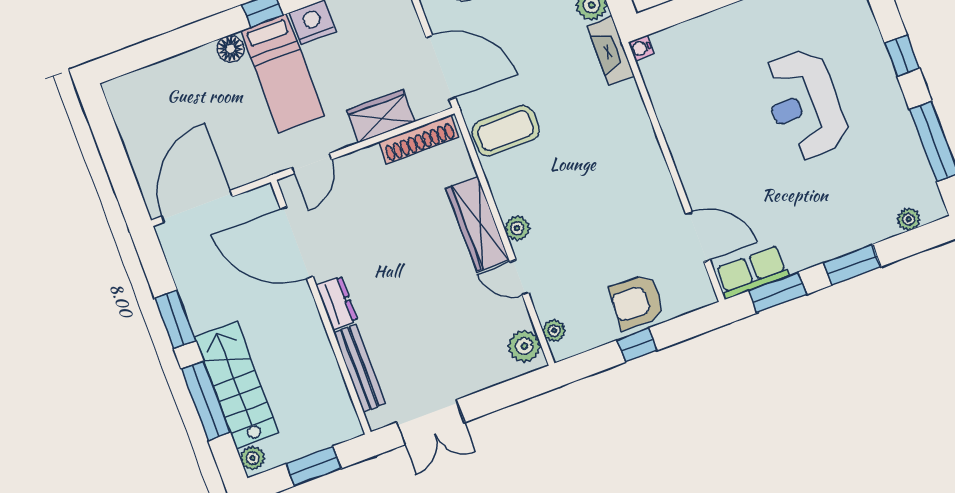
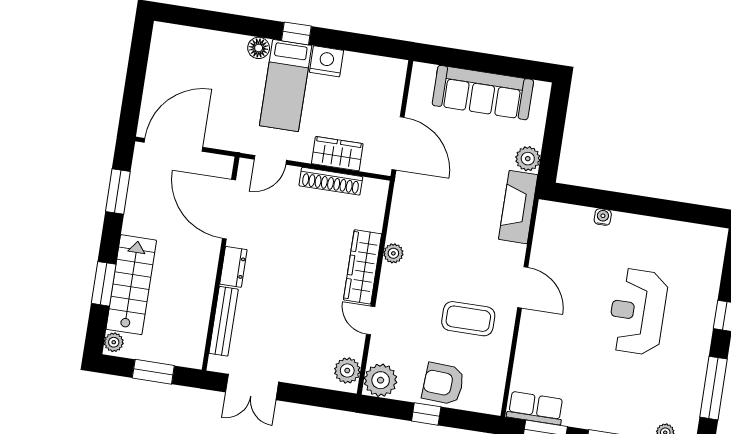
water cooler: (641, 48) -> (603, 217), moved, turned 90
fireplace: (611, 51) -> (518, 207), width x1.37, depth x1.32
coffee table: (506, 131) -> (468, 319), moved
shoe rack: (419, 139) -> (331, 181), moved
plant: (517, 228) -> (393, 253), moved
door: (698, 237) -> (523, 287), moved
window: (175, 319) -> (118, 191), moved
plant: (554, 331) -> (381, 380), width x1.88, depth x1.88
window: (206, 401) -> (104, 284), width x0.69

